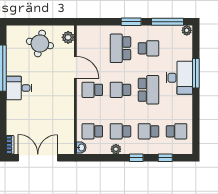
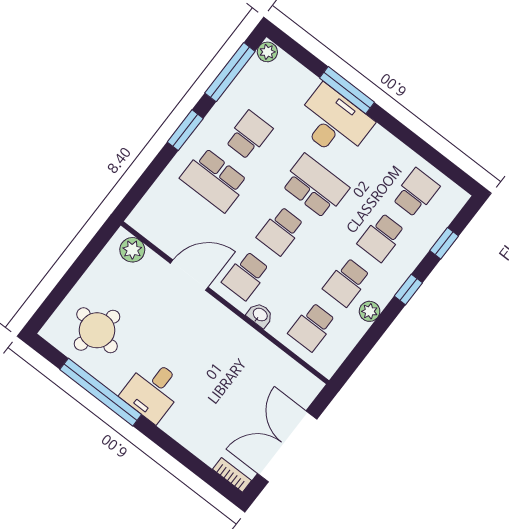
round table: (40, 43) -> (97, 330), moved
washbasin: (81, 147) -> (260, 315), moved

